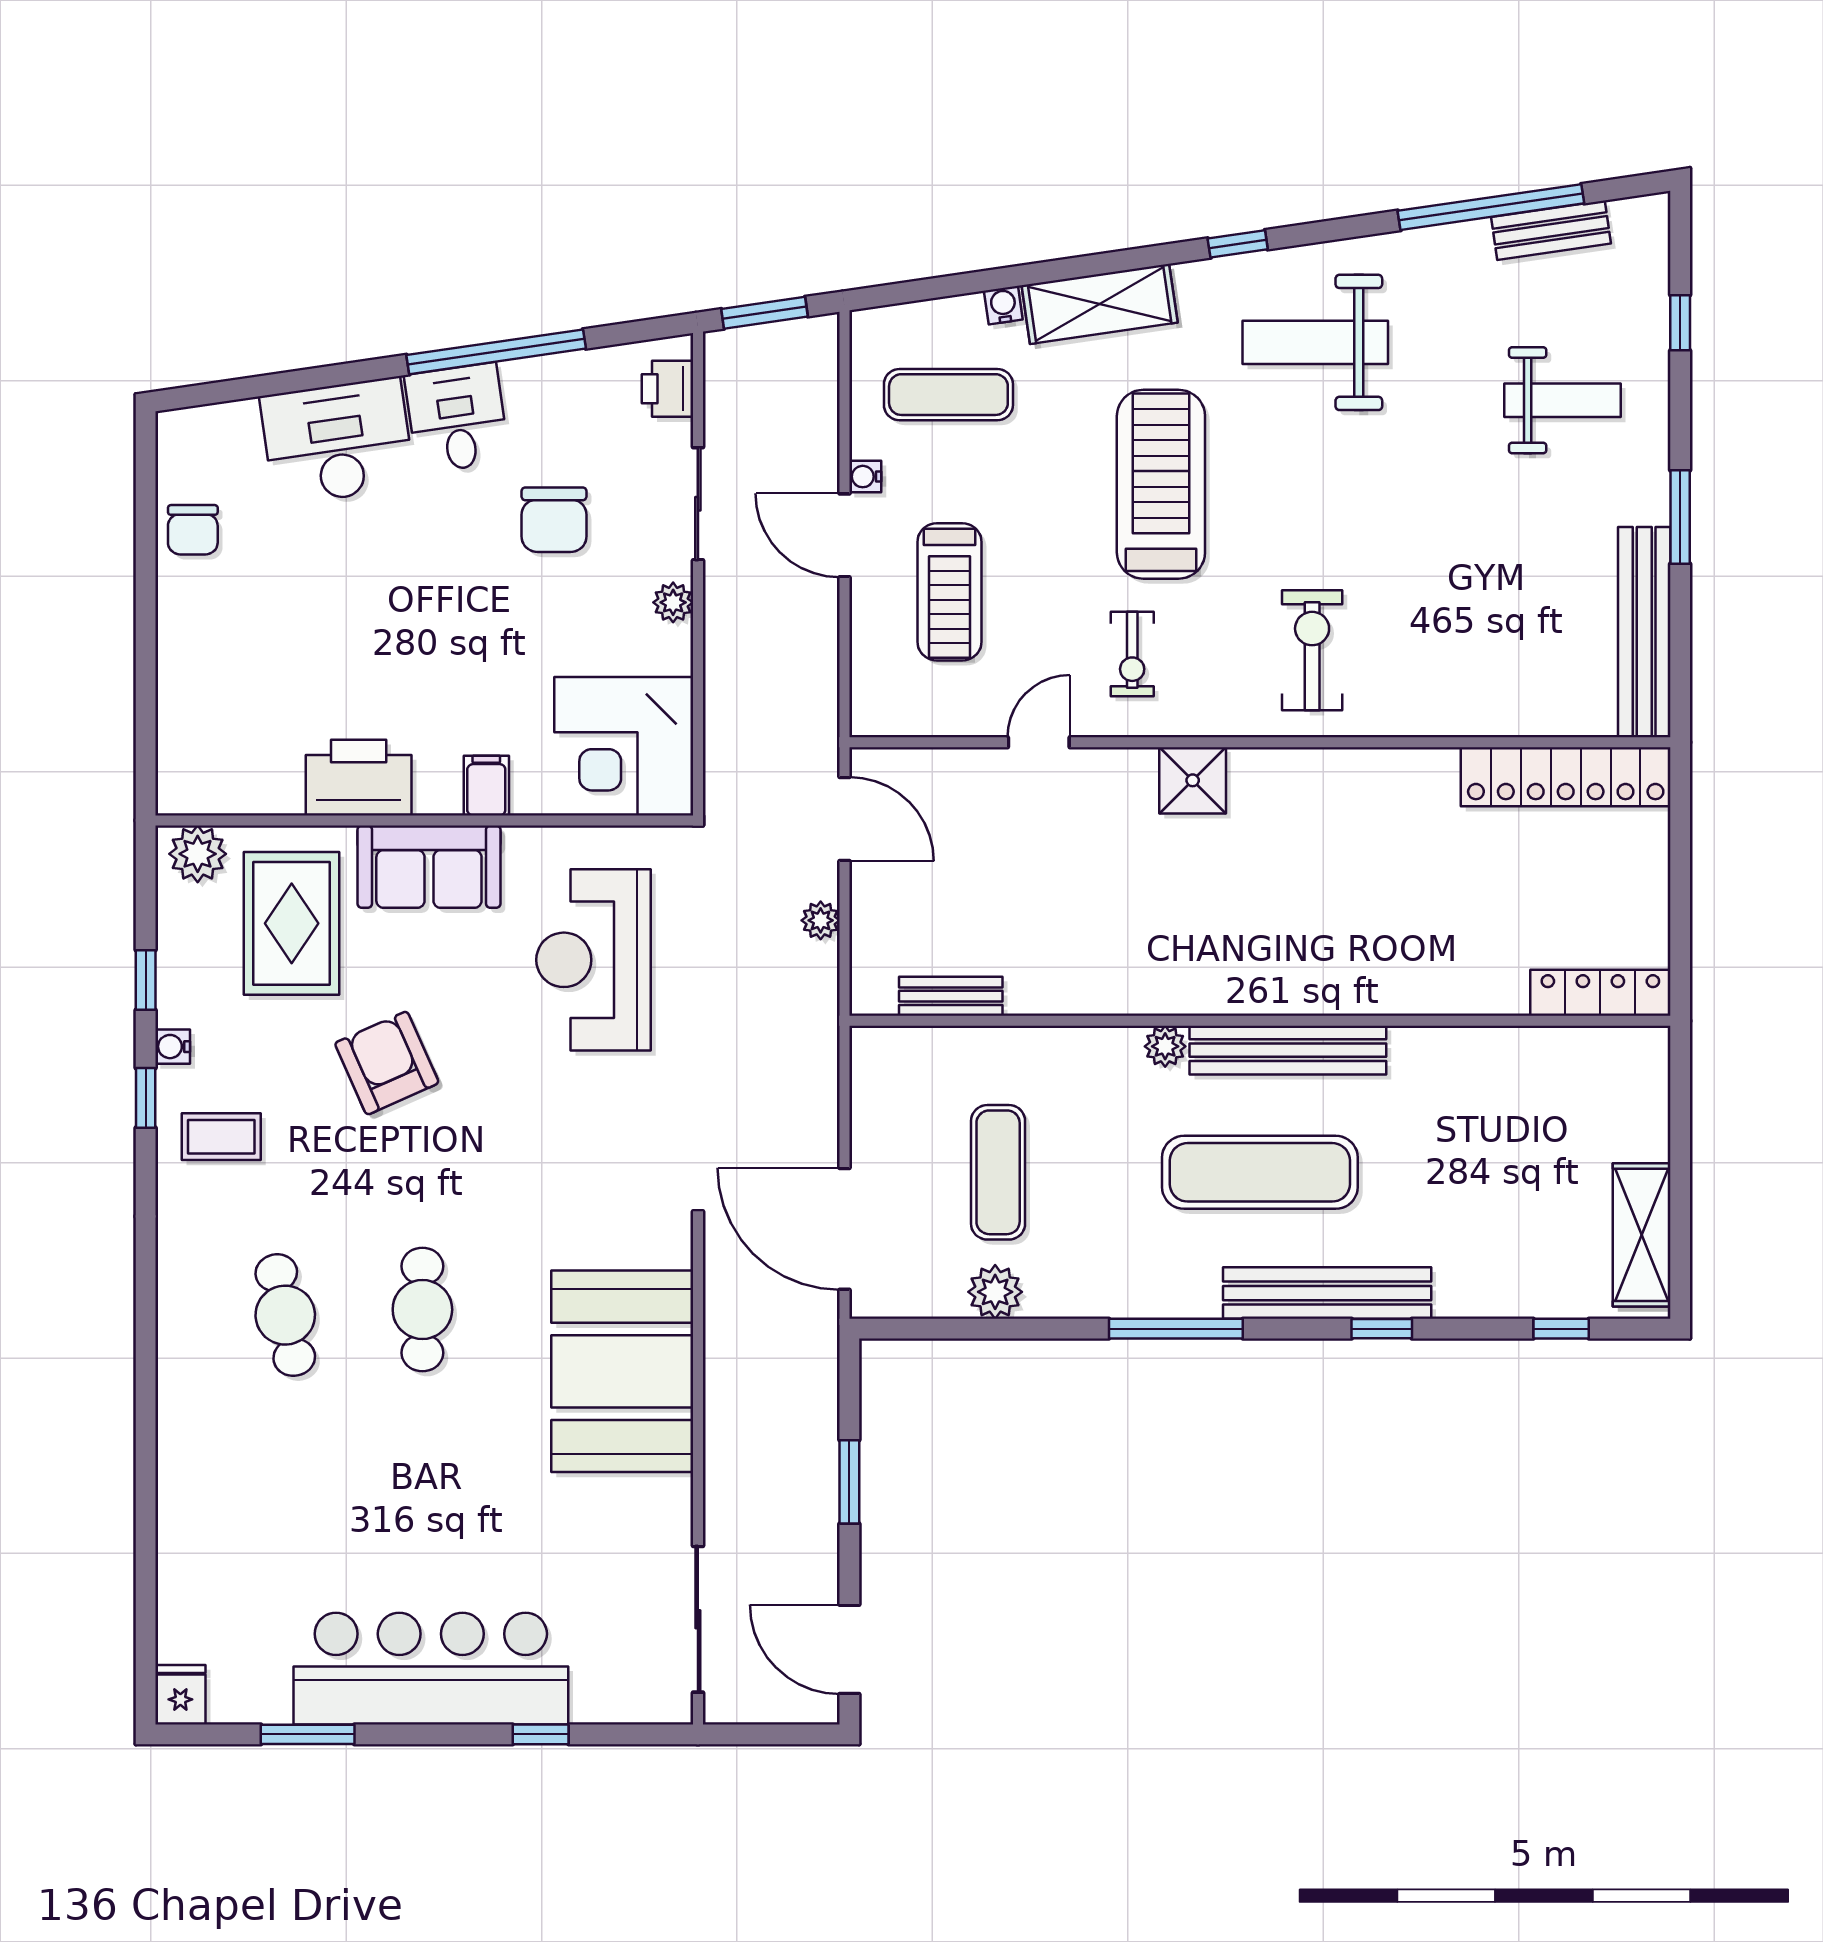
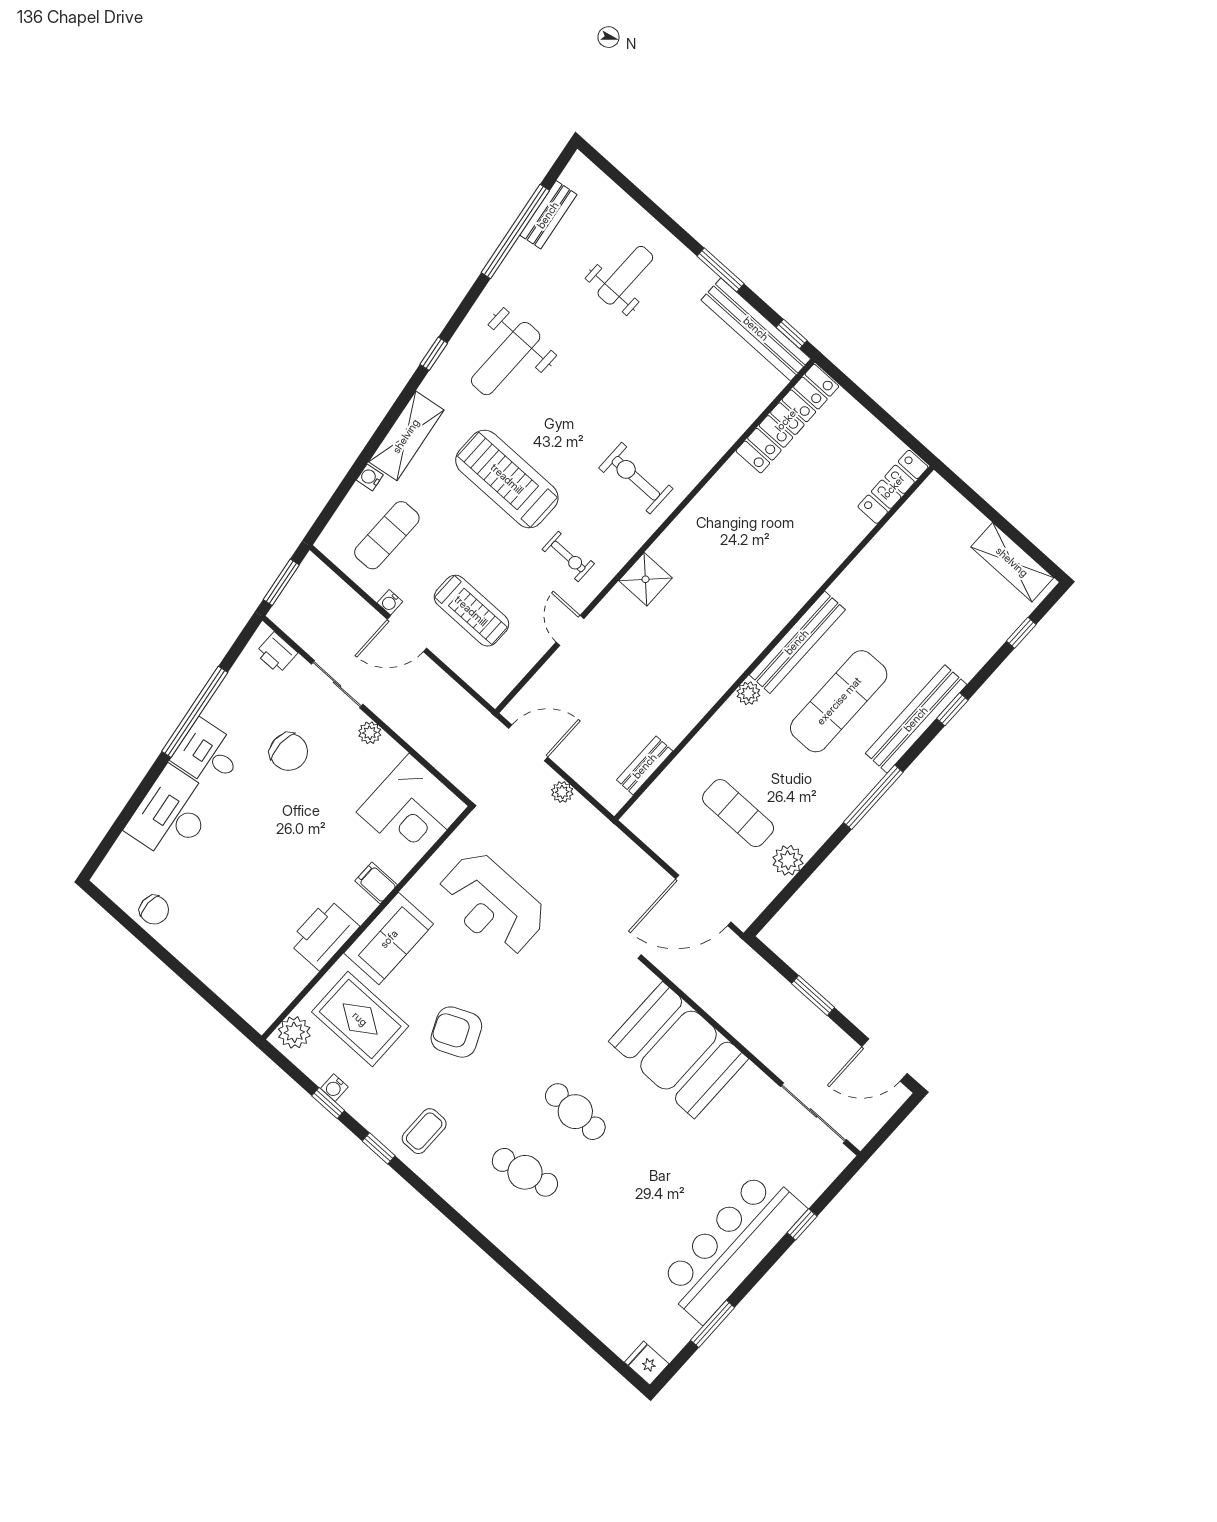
window: (1680, 323) -> (792, 334), moved
water cooler: (173, 1047) -> (334, 1088), moved

